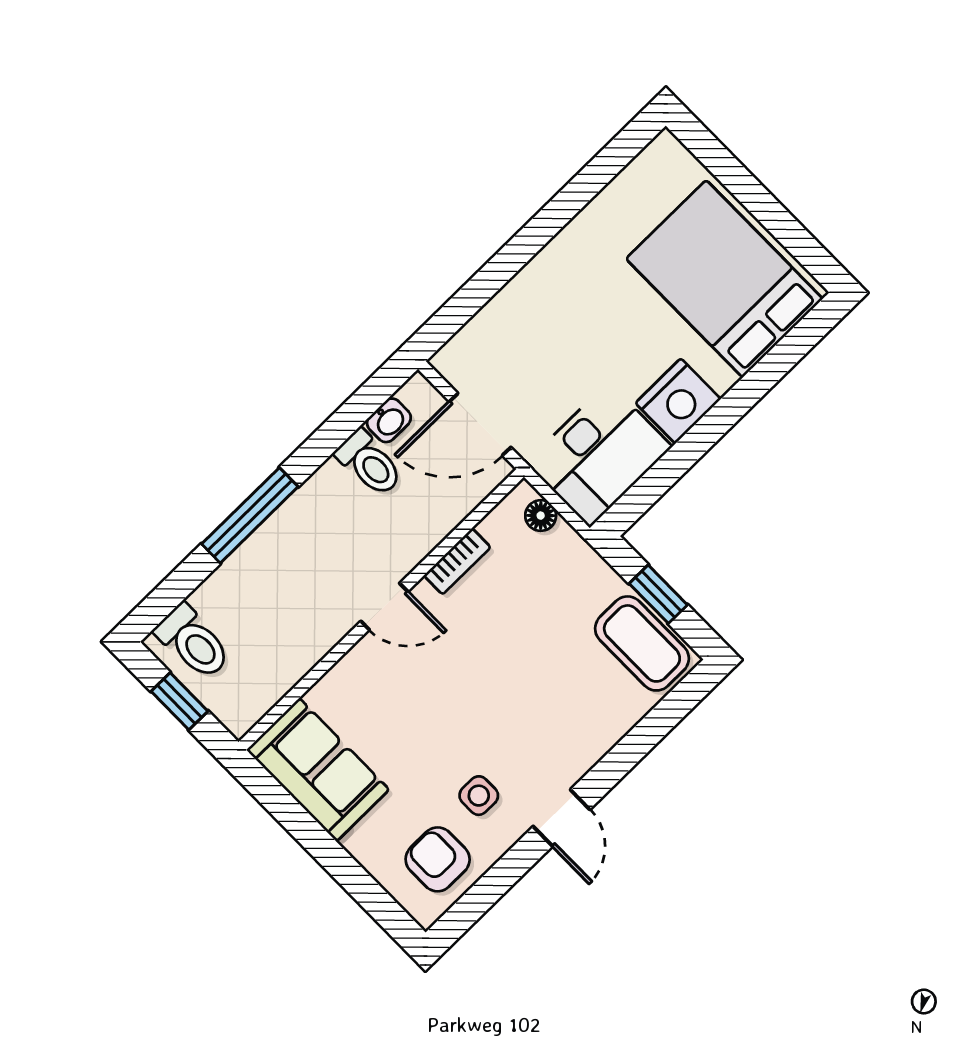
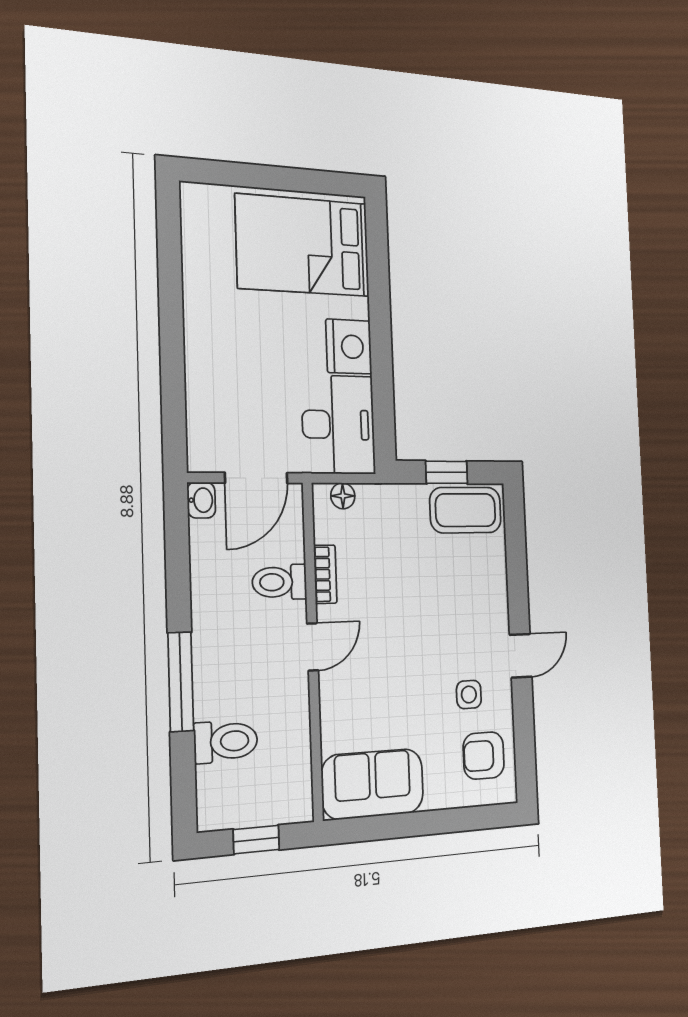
washbasin: (389, 420) -> (201, 500), moved
toilet: (369, 463) -> (279, 582), moved, turned 180
toilet: (193, 642) -> (226, 741), moved
door: (562, 818) -> (521, 656), hinge flipped

